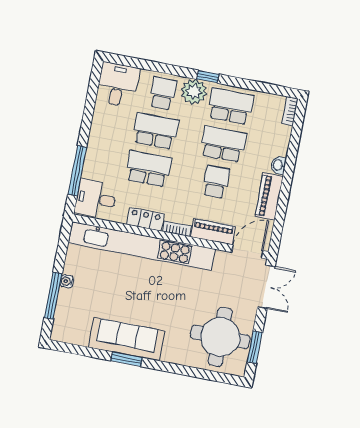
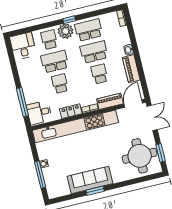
school desk: (148, 169) -> (60, 84), width x0.54

